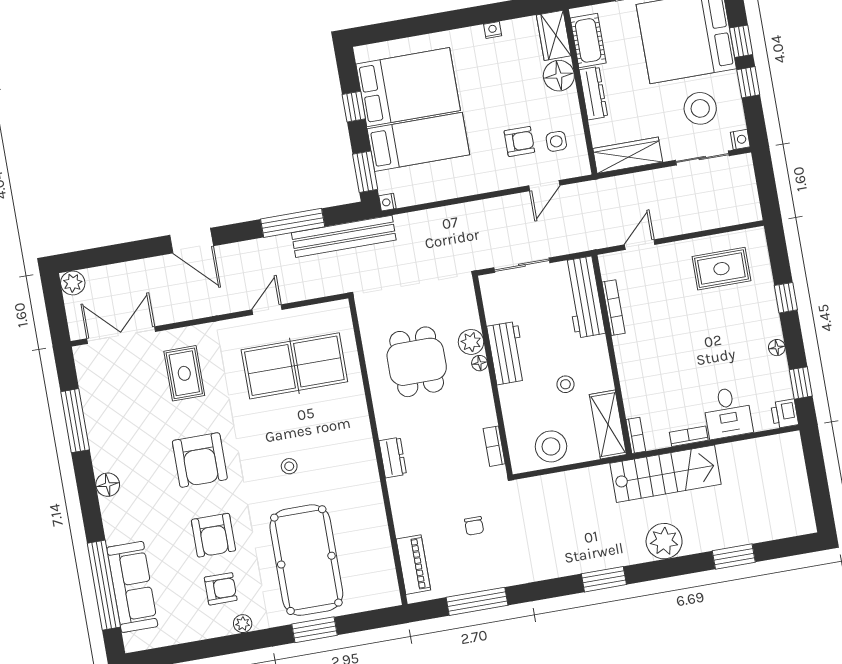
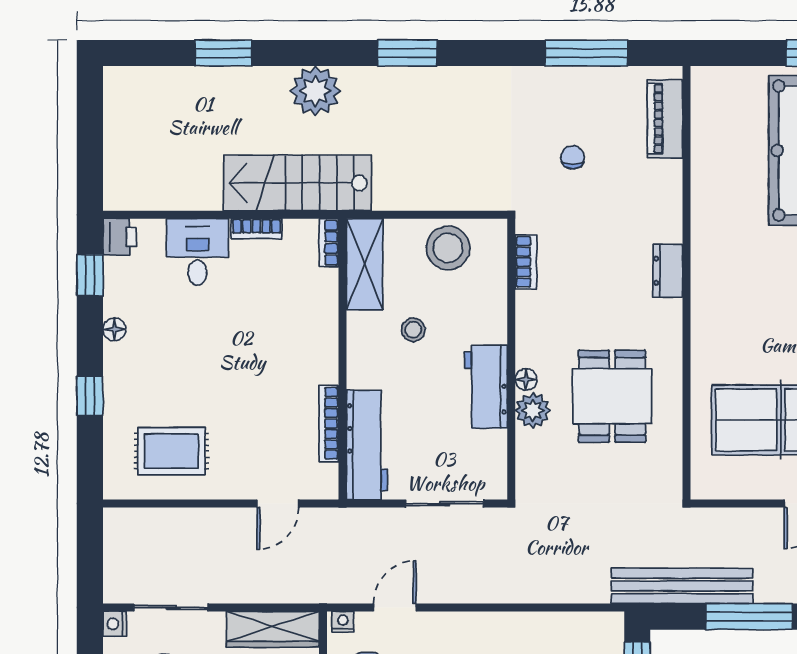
nightstand: (387, 202) -> (343, 622), moved, turned -90

